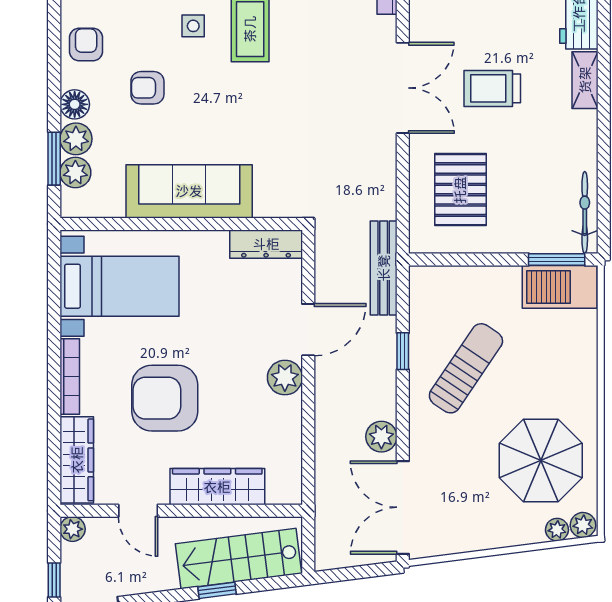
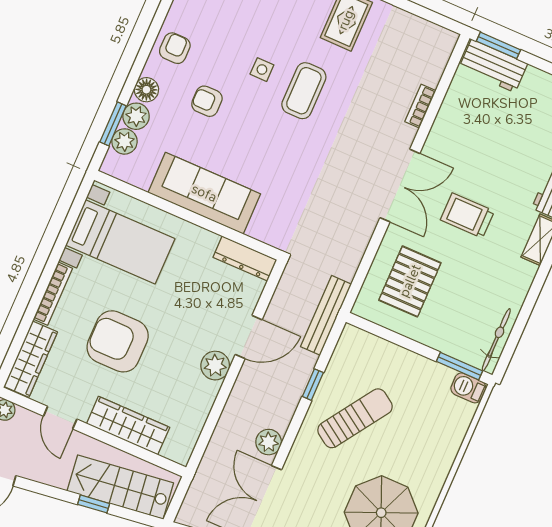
barbecue: (560, 287) -> (468, 388), width x0.53, depth x0.65

